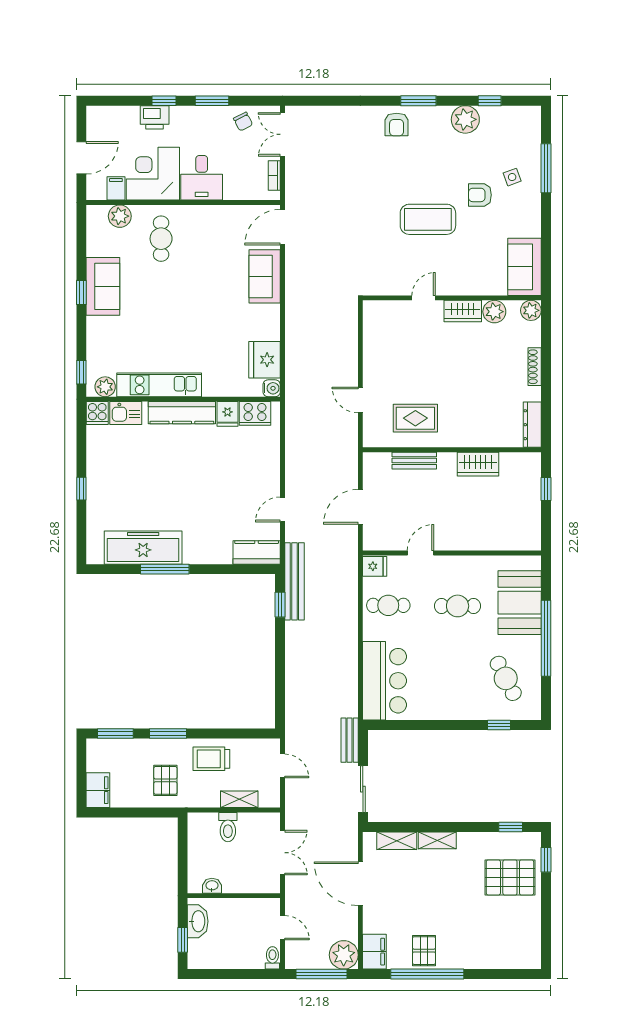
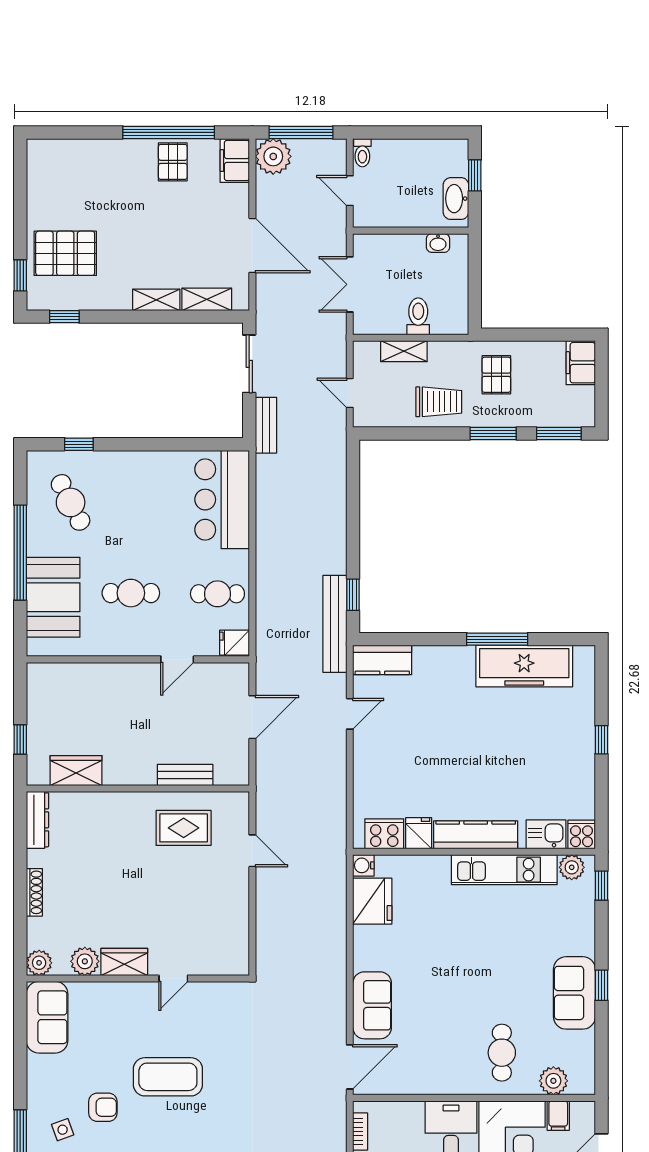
wardrobe: (478, 464) -> (76, 771), moved

